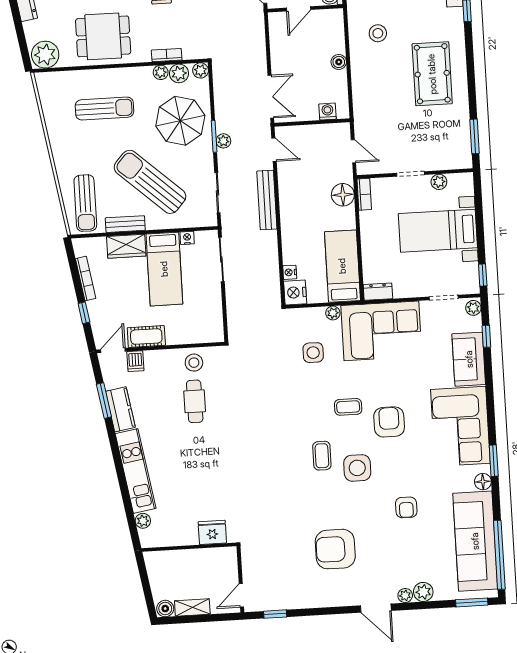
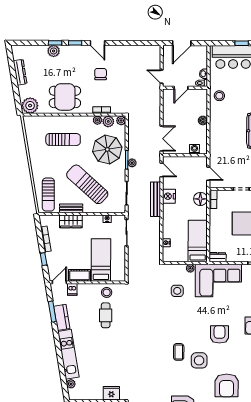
stool: (378, 33) -> (219, 96), moved
bed: (164, 269) -> (101, 260), moved, turned 180
nightstand: (295, 292) -> (169, 196), moved
coffee table: (348, 407) -> (196, 324), removed
armchair: (406, 507) -> (227, 385), width x1.88, depth x1.88

